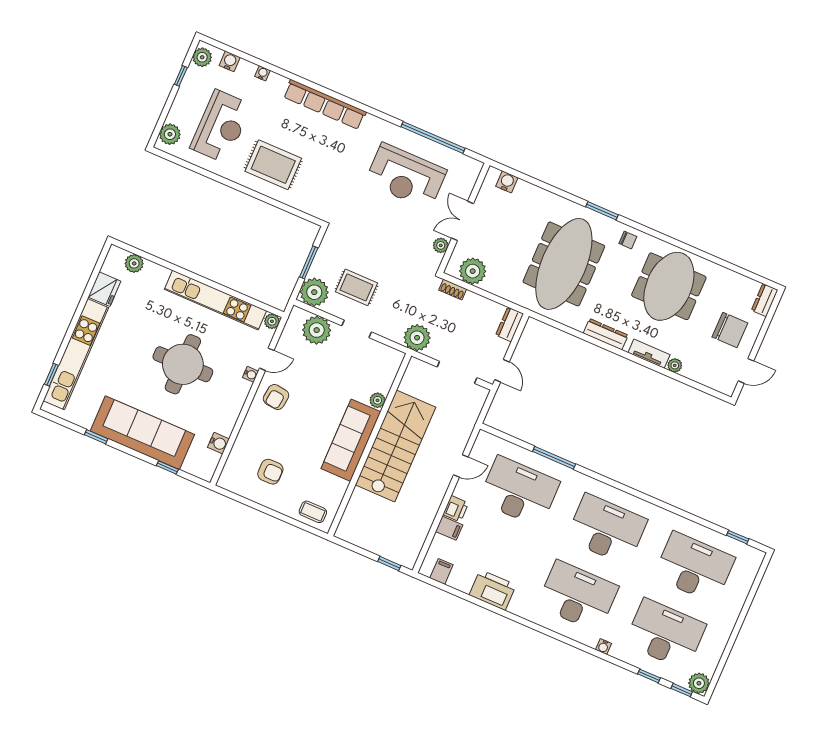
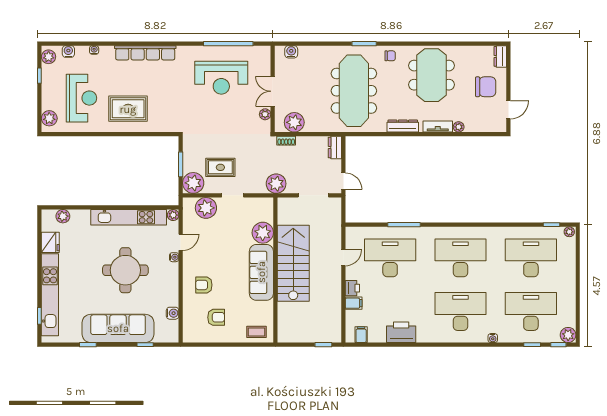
armchair: (276, 397) -> (204, 285), moved, turned 83
plant: (377, 400) -> (263, 233), width x1.88, depth x1.88
plant: (756, 555) -> (569, 232), added

